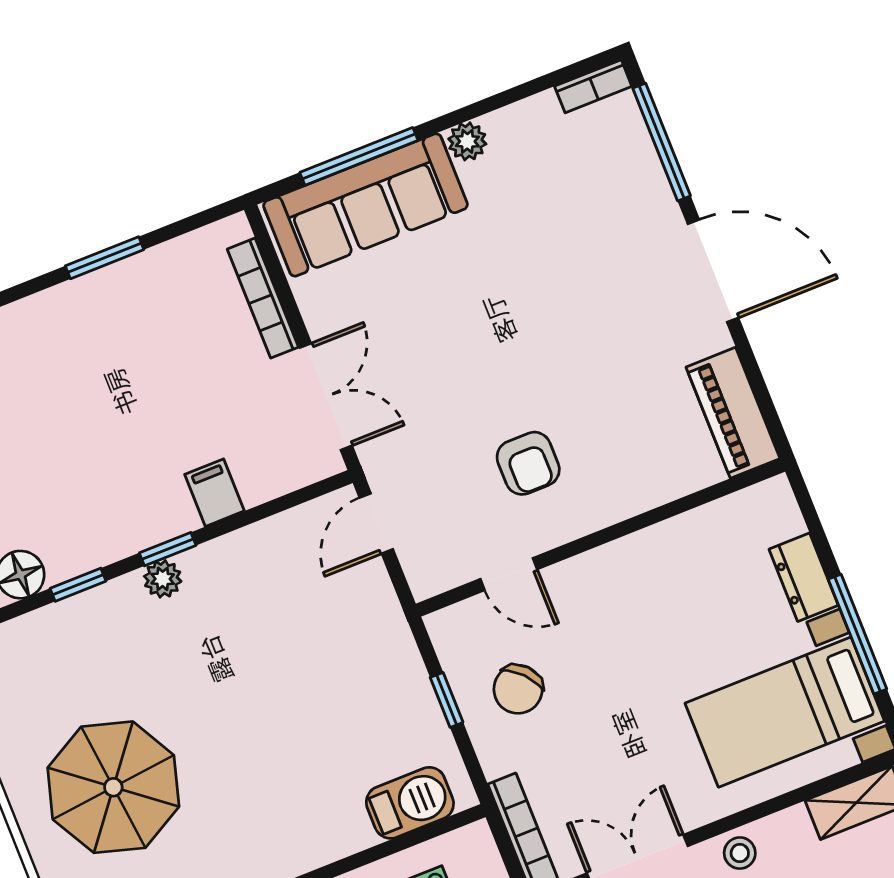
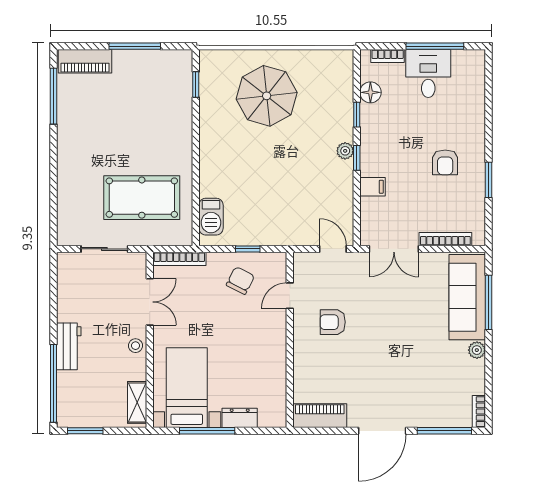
armchair: (104, 362) -> (445, 162), added
chair: (518, 689) -> (240, 280), turned 70

